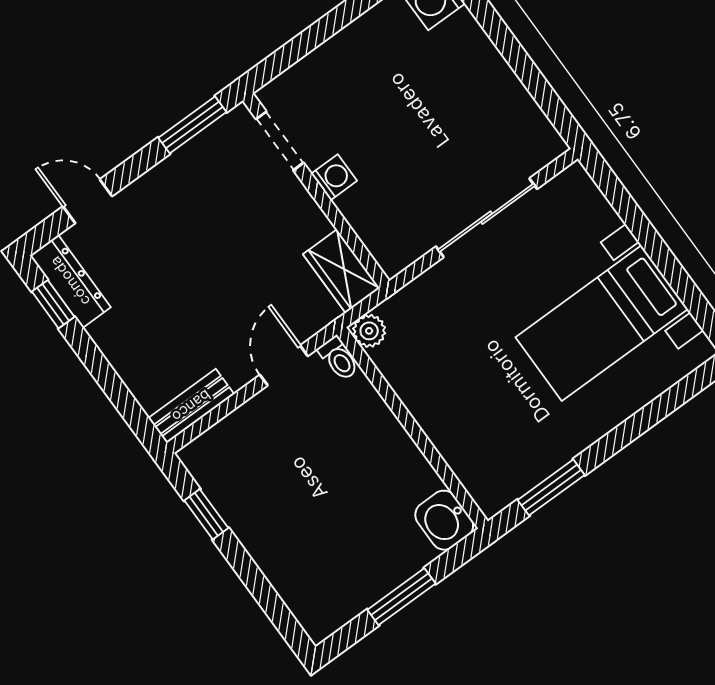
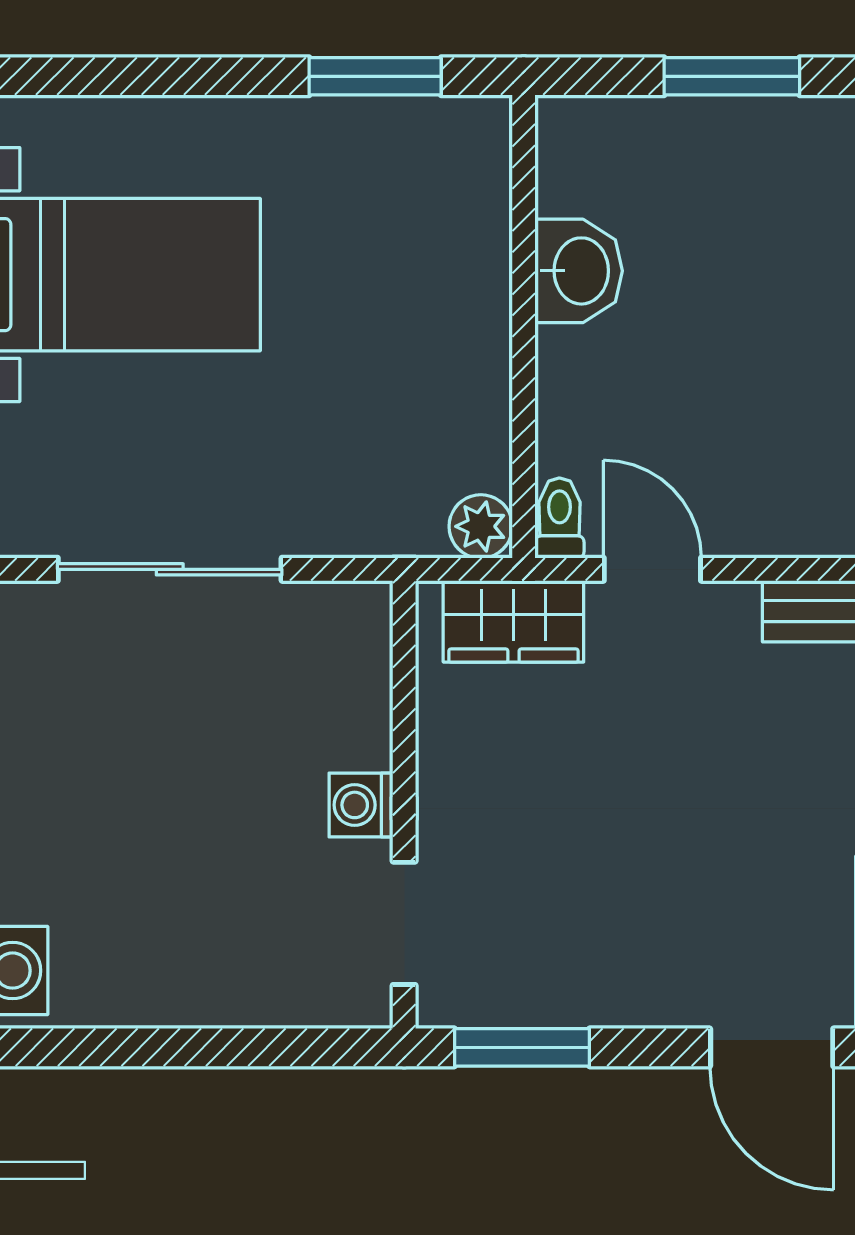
door: (88, 201) -> (772, 1047), width x1.38
wardrobe: (341, 271) -> (513, 621), moved, turned 90
door: (284, 365) -> (652, 569), swing flipped
washbasin: (444, 520) -> (579, 271), moved

